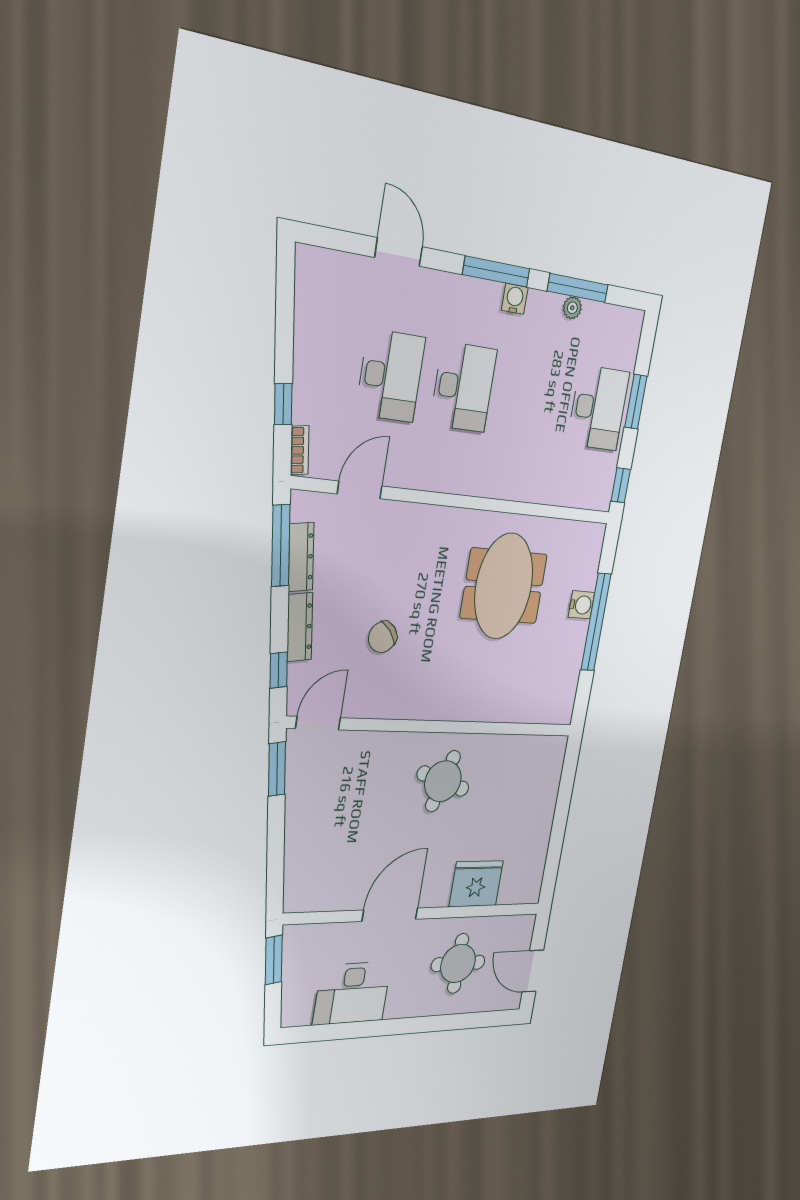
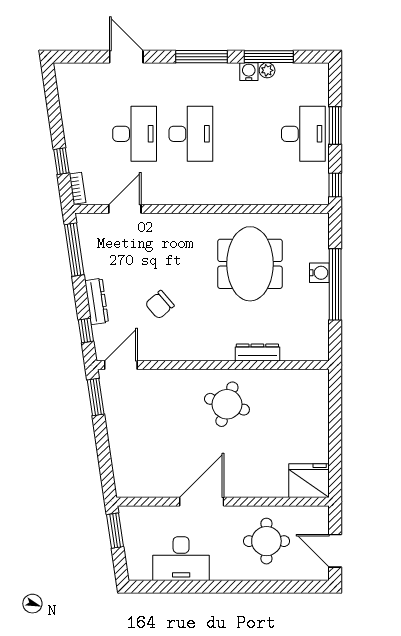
water cooler: (515, 299) -> (249, 72), moved
dresser: (301, 557) -> (257, 353), moved, turned -82
fridge: (476, 884) -> (309, 481), moved

